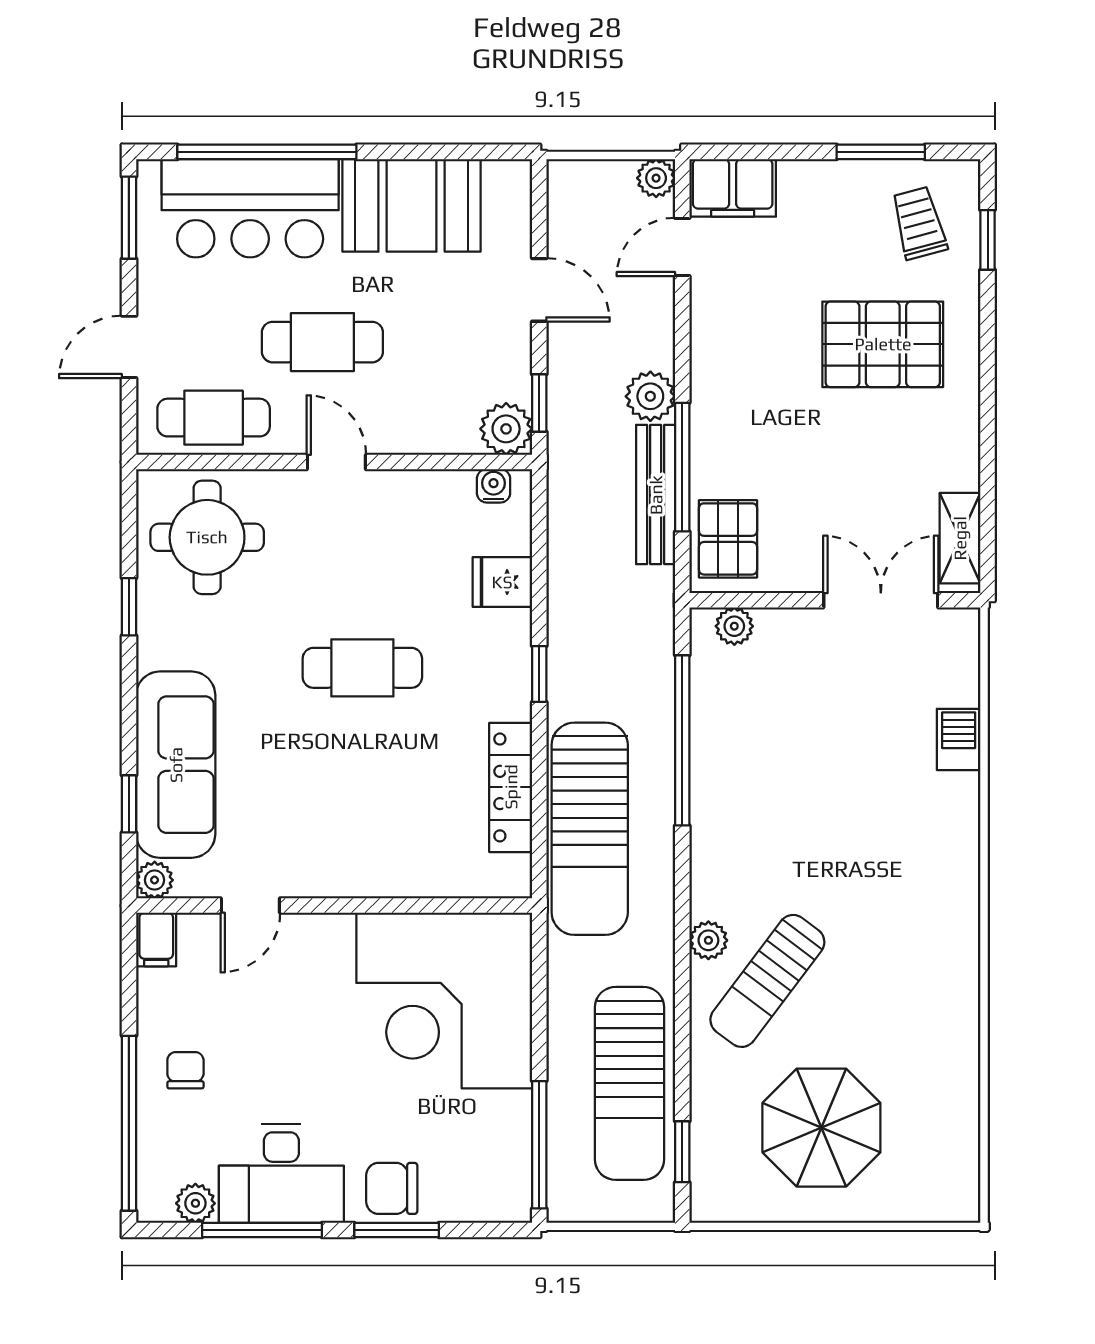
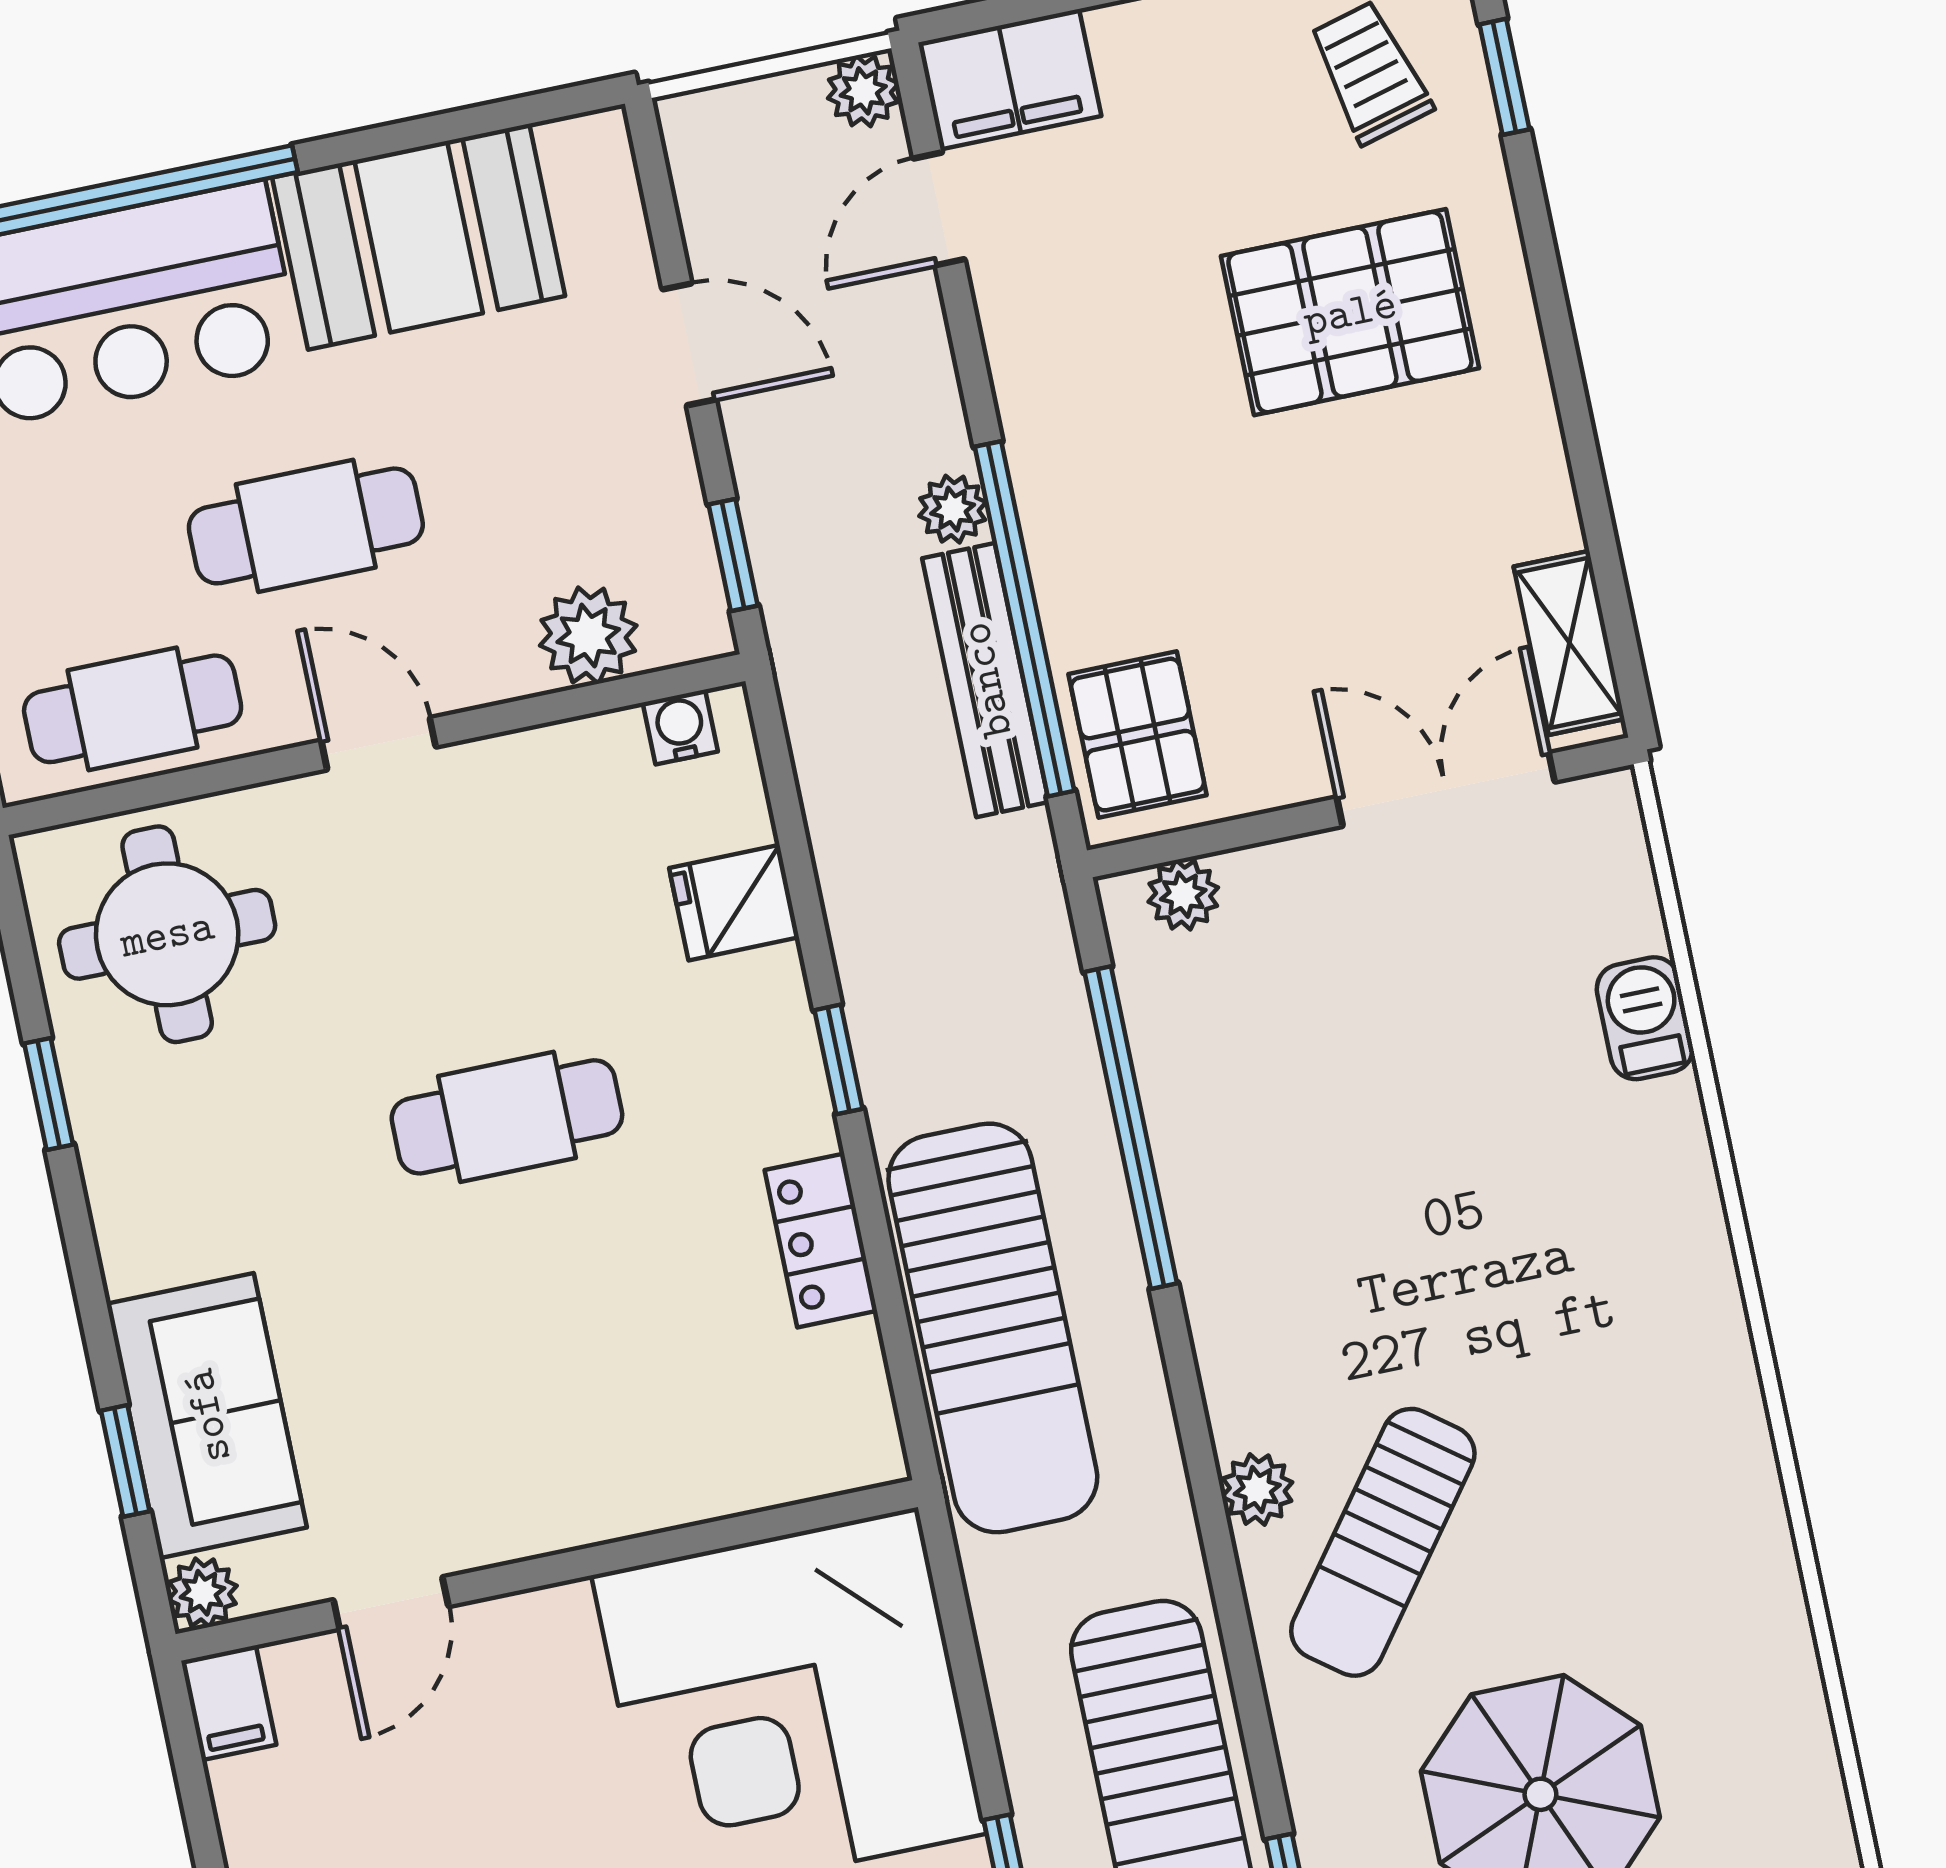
plant: (650, 396) -> (953, 509), width x0.73, depth x0.73
plant: (506, 429) -> (588, 636), moved
window: (682, 467) -> (1025, 619), width x1.46
sofa: (176, 765) -> (207, 1416), width x0.73
locker: (511, 787) -> (821, 1240), width x0.66

